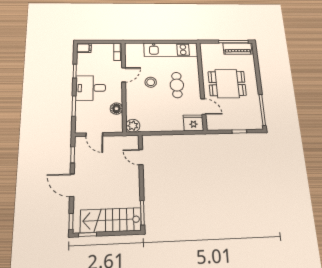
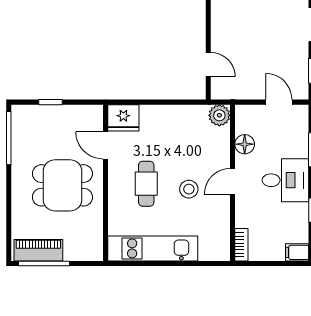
door: (124, 75) -> (233, 181), moved

